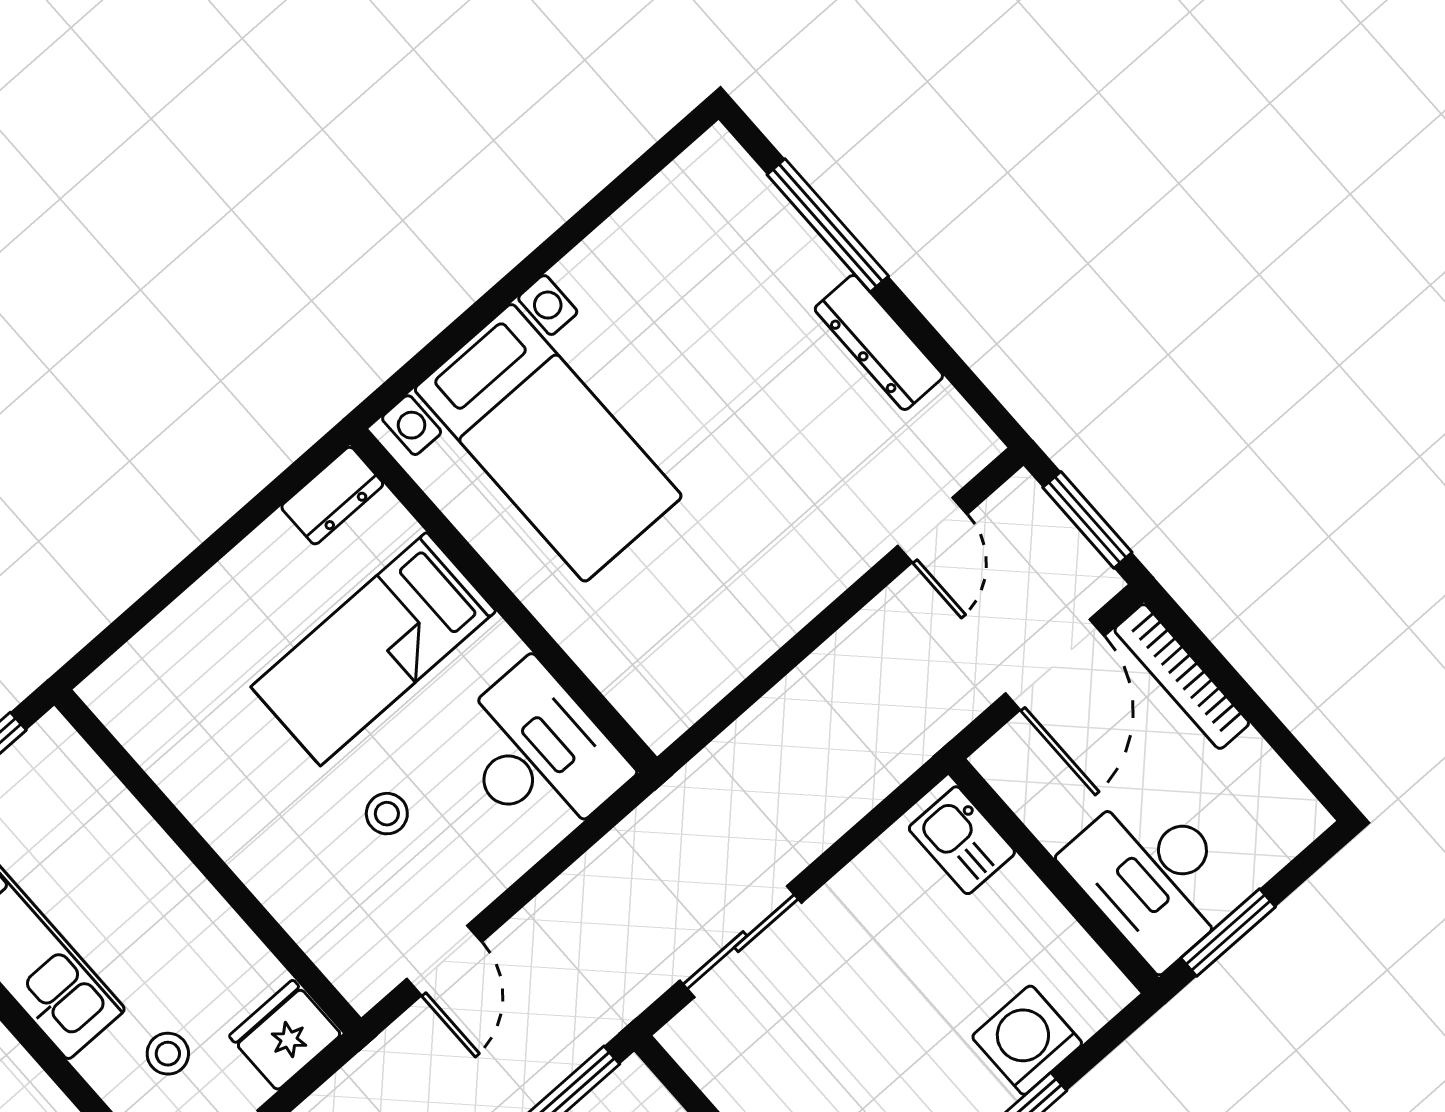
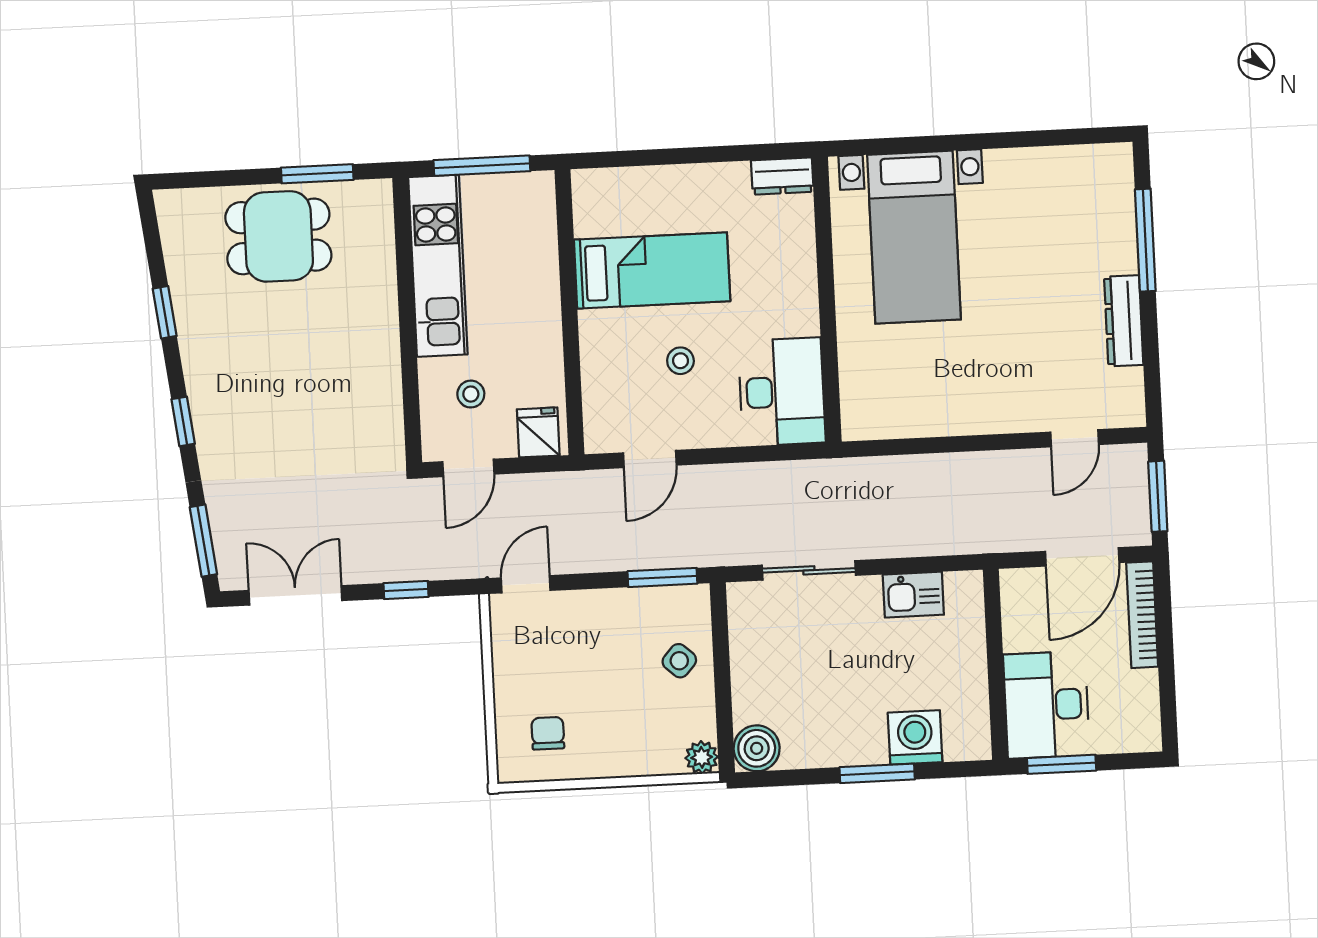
bed: (373, 649) -> (652, 270), moved, turned 180
kitchen sink: (962, 840) -> (913, 595), moved, turned -90
fridge: (285, 1035) -> (538, 432), width x0.72

